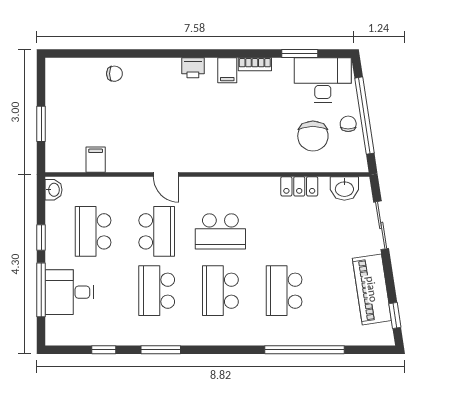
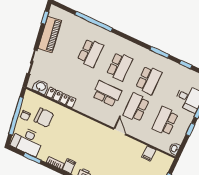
chair: (313, 136) -> (44, 118), turned 90
locker: (299, 186) -> (61, 97), width x1.53
school desk: (93, 231) -> (165, 121), turned 180

